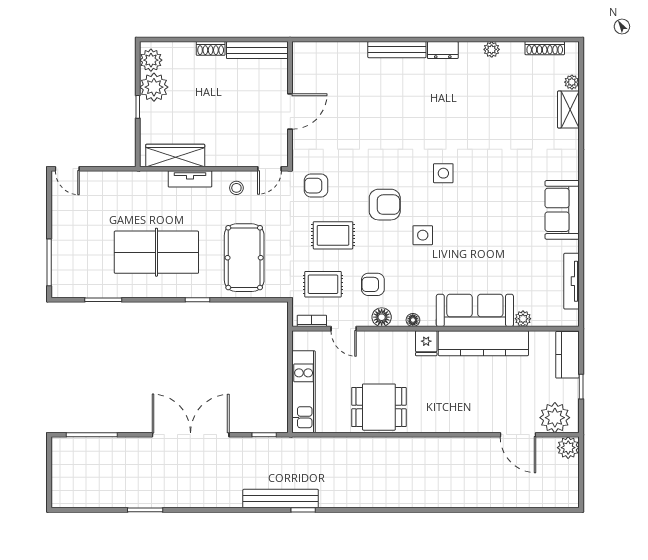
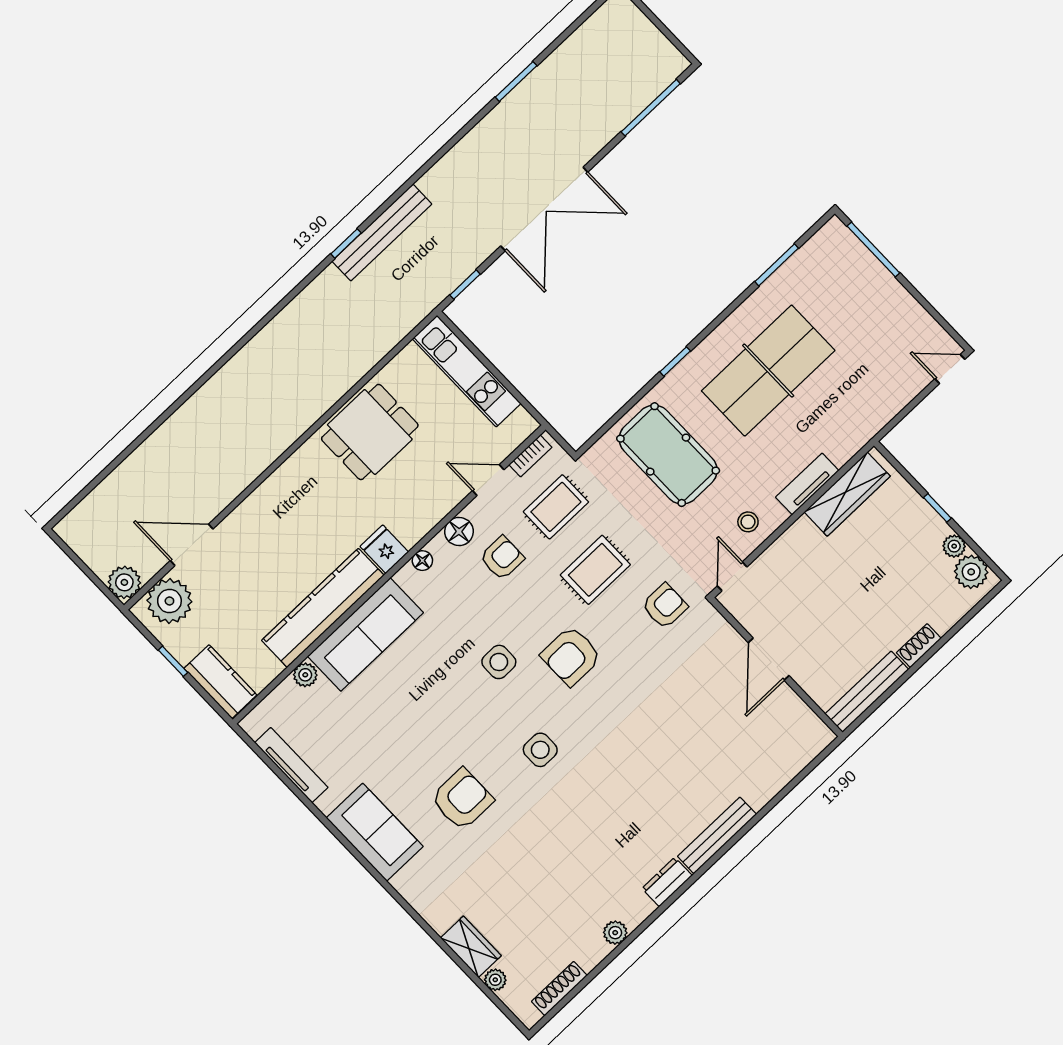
plant: (154, 87) -> (954, 546), width x0.53, depth x0.53
armchair: (504, 185) -> (462, 799), added

